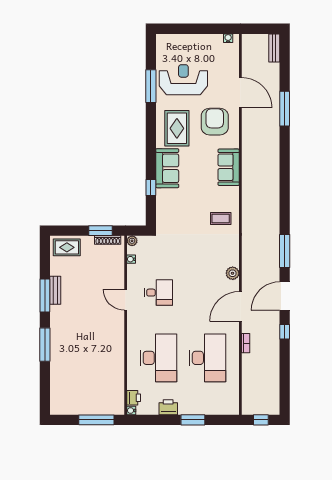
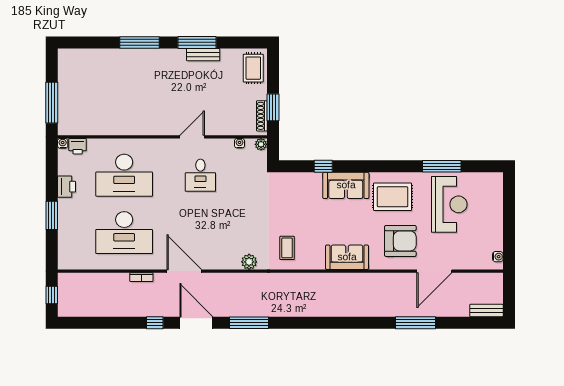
plant: (233, 273) -> (249, 262), moved

